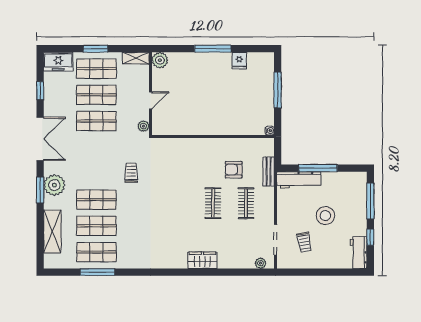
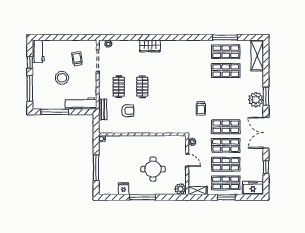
round table: (198, 88) -> (153, 169), added
door: (150, 100) -> (187, 160), swing flipped
window: (318, 168) -> (55, 112), moved
shop shelf: (96, 200) -> (226, 127), moved
shelving: (52, 231) -> (257, 55), moved

